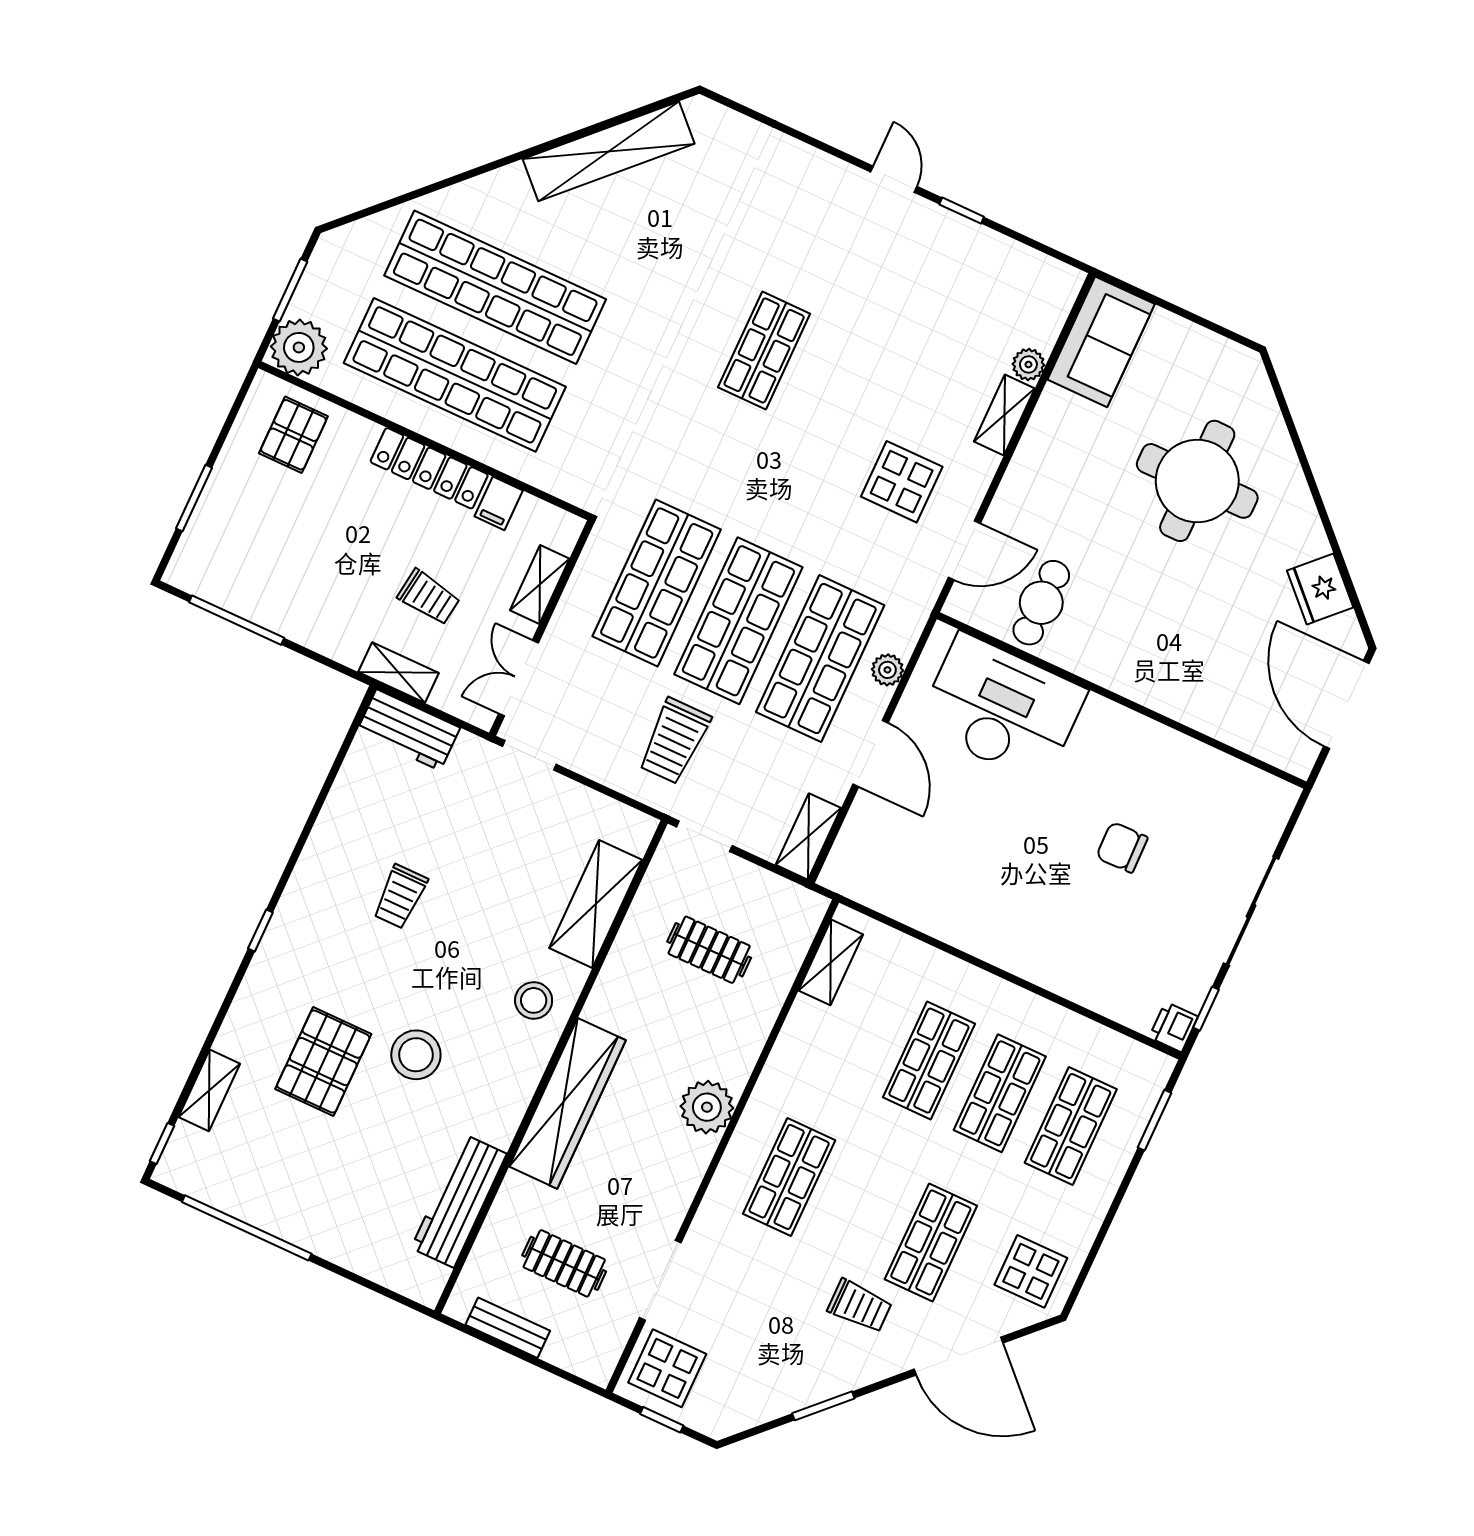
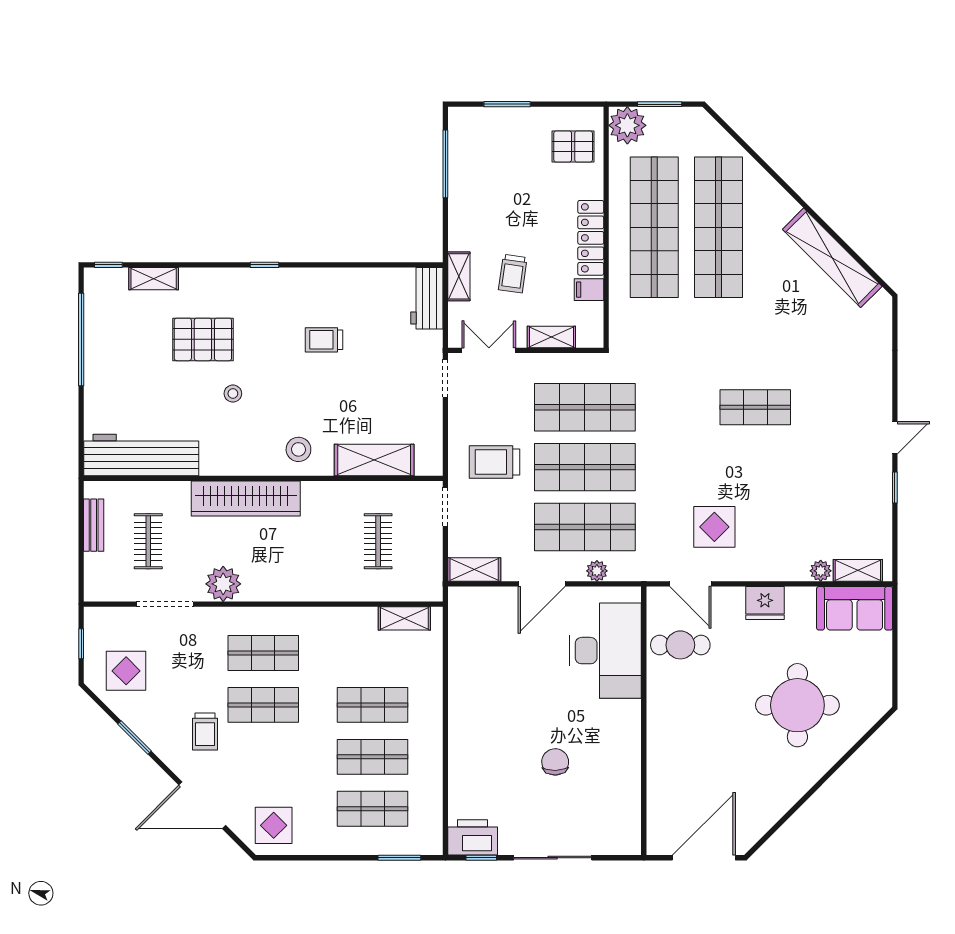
shelving: (1004, 415) -> (858, 570), moved
fridge: (1320, 589) -> (765, 603), moved, turned -135
printer: (1173, 1027) -> (473, 837), width x1.87, depth x1.48
stool: (416, 1055) -> (233, 394), width x0.53, depth x0.53
plant: (707, 1107) -> (223, 584), moved
workbench: (459, 1201) -> (141, 455), width x1.36, depth x1.32
shop shelf: (931, 1242) -> (263, 705), moved
door: (958, 1356) -> (202, 805), hinge flipped
display table: (667, 1368) -> (126, 671), moved

